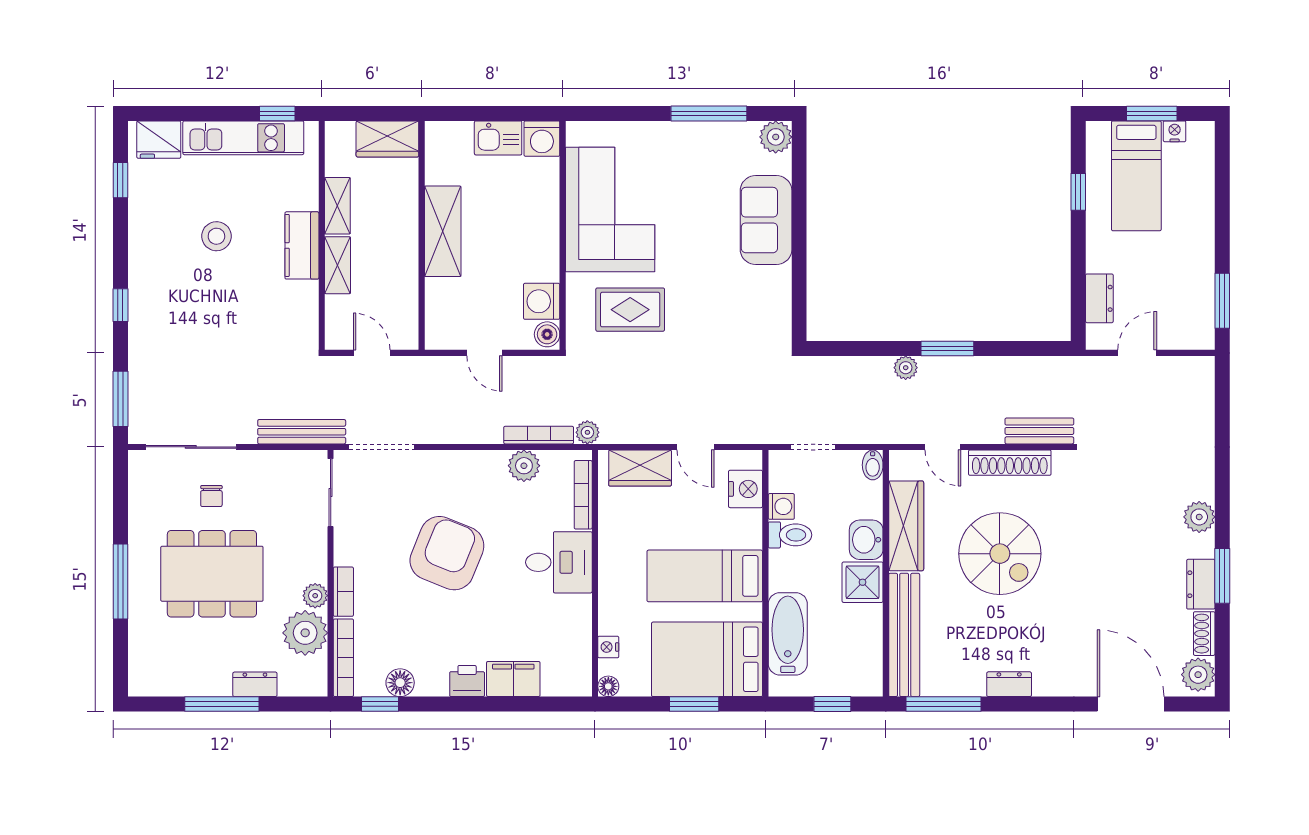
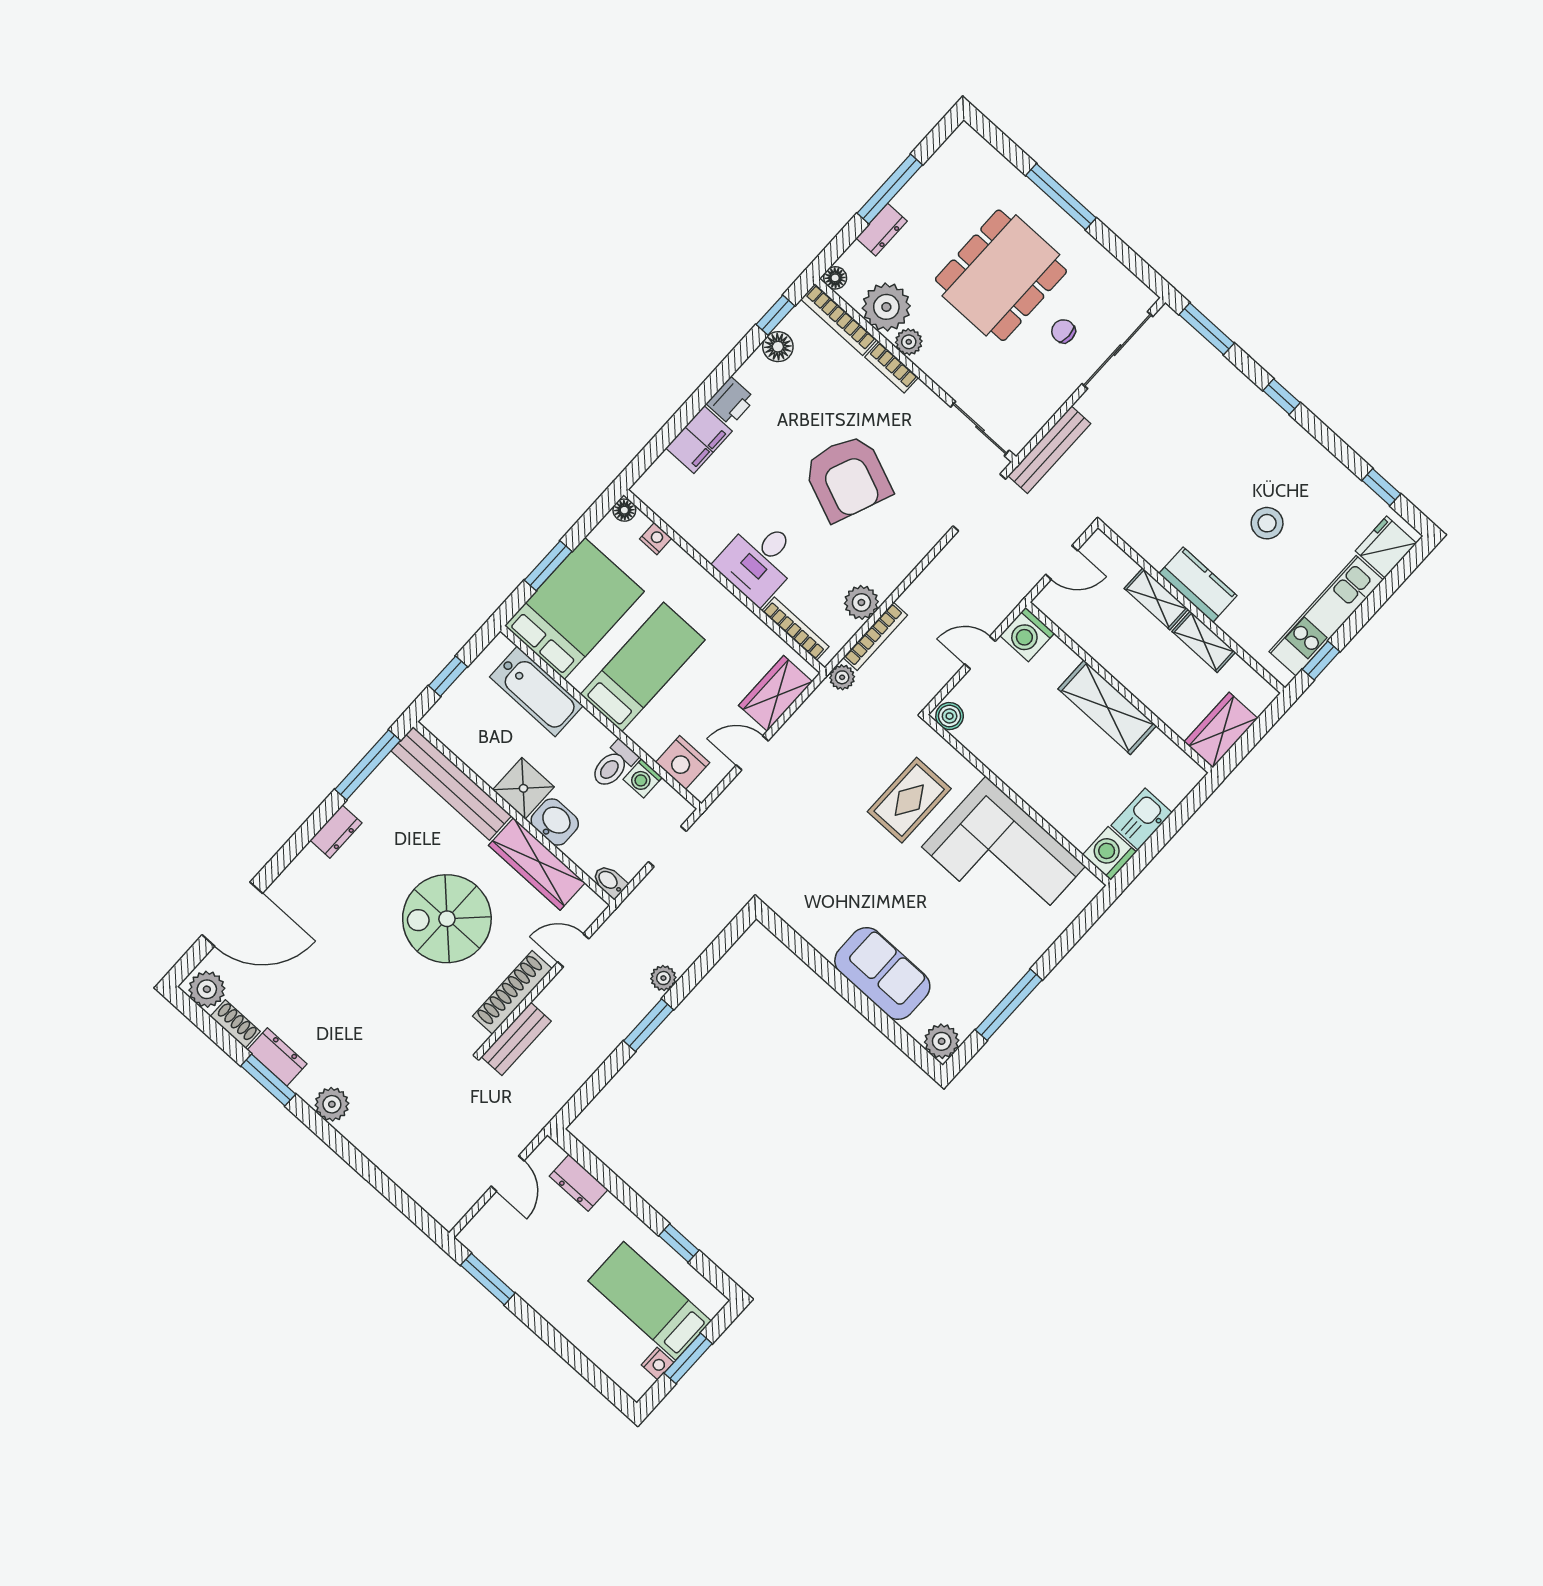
washing machine: (542, 301) -> (1027, 634), moved, turned 180
floor lamp: (317, 686) -> (835, 278), added

